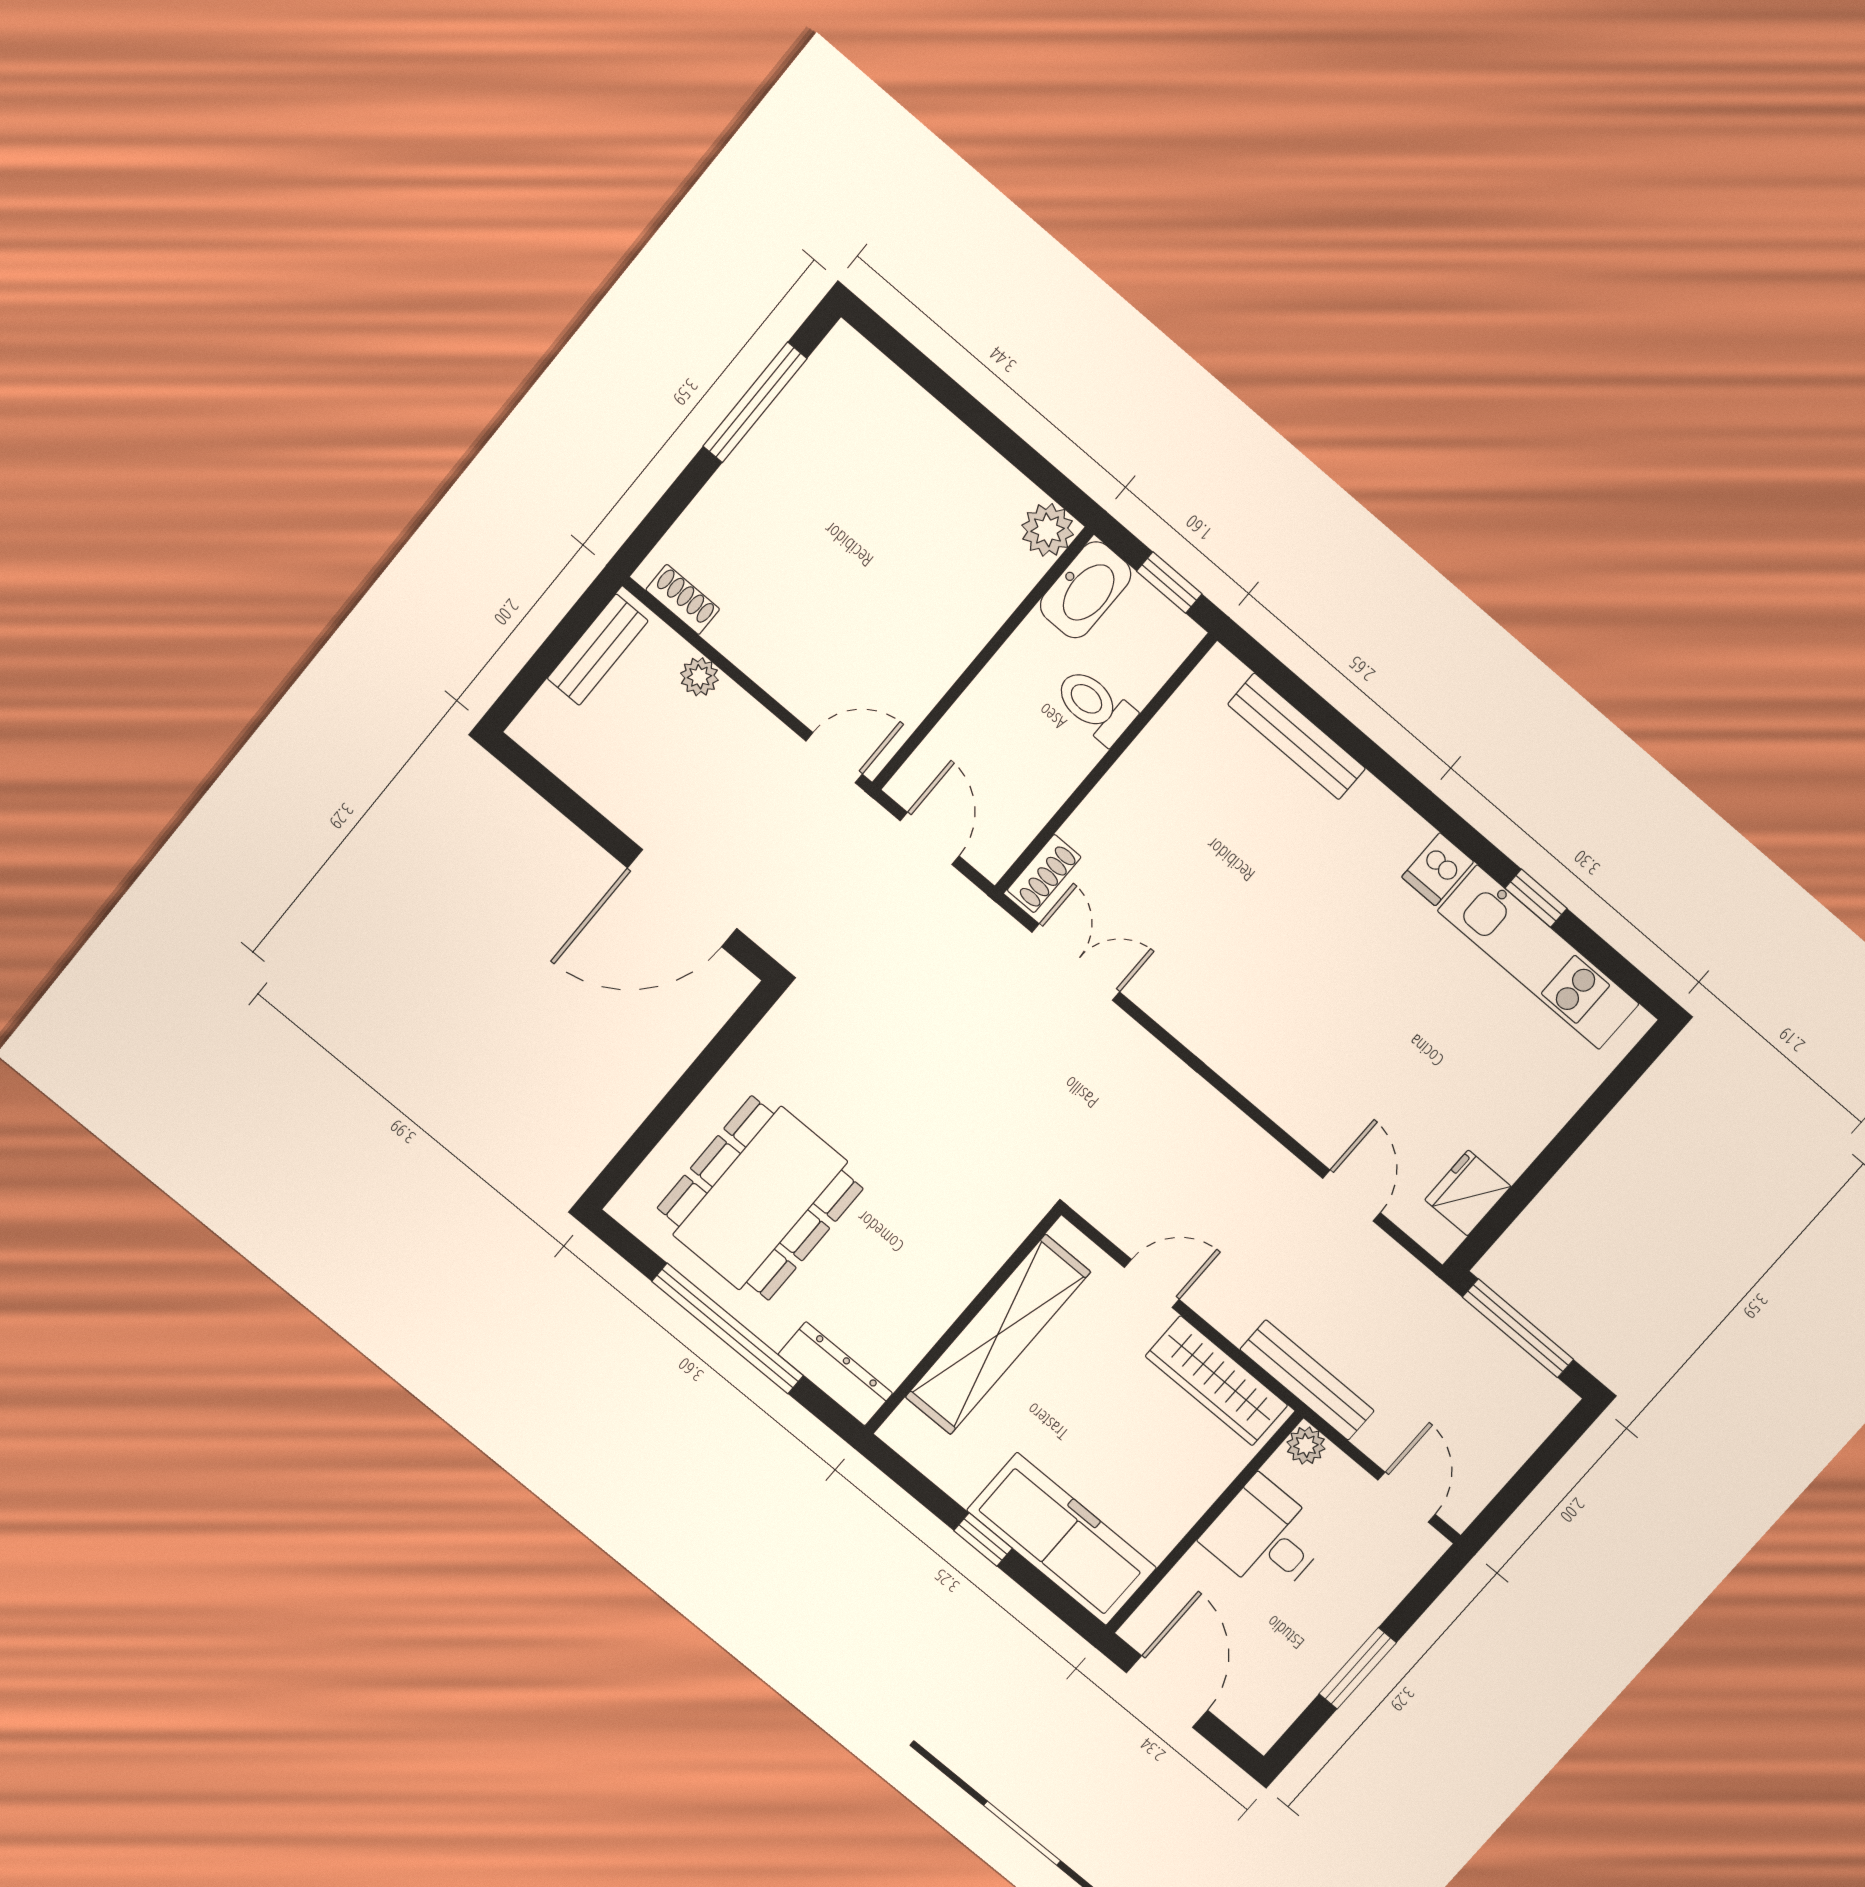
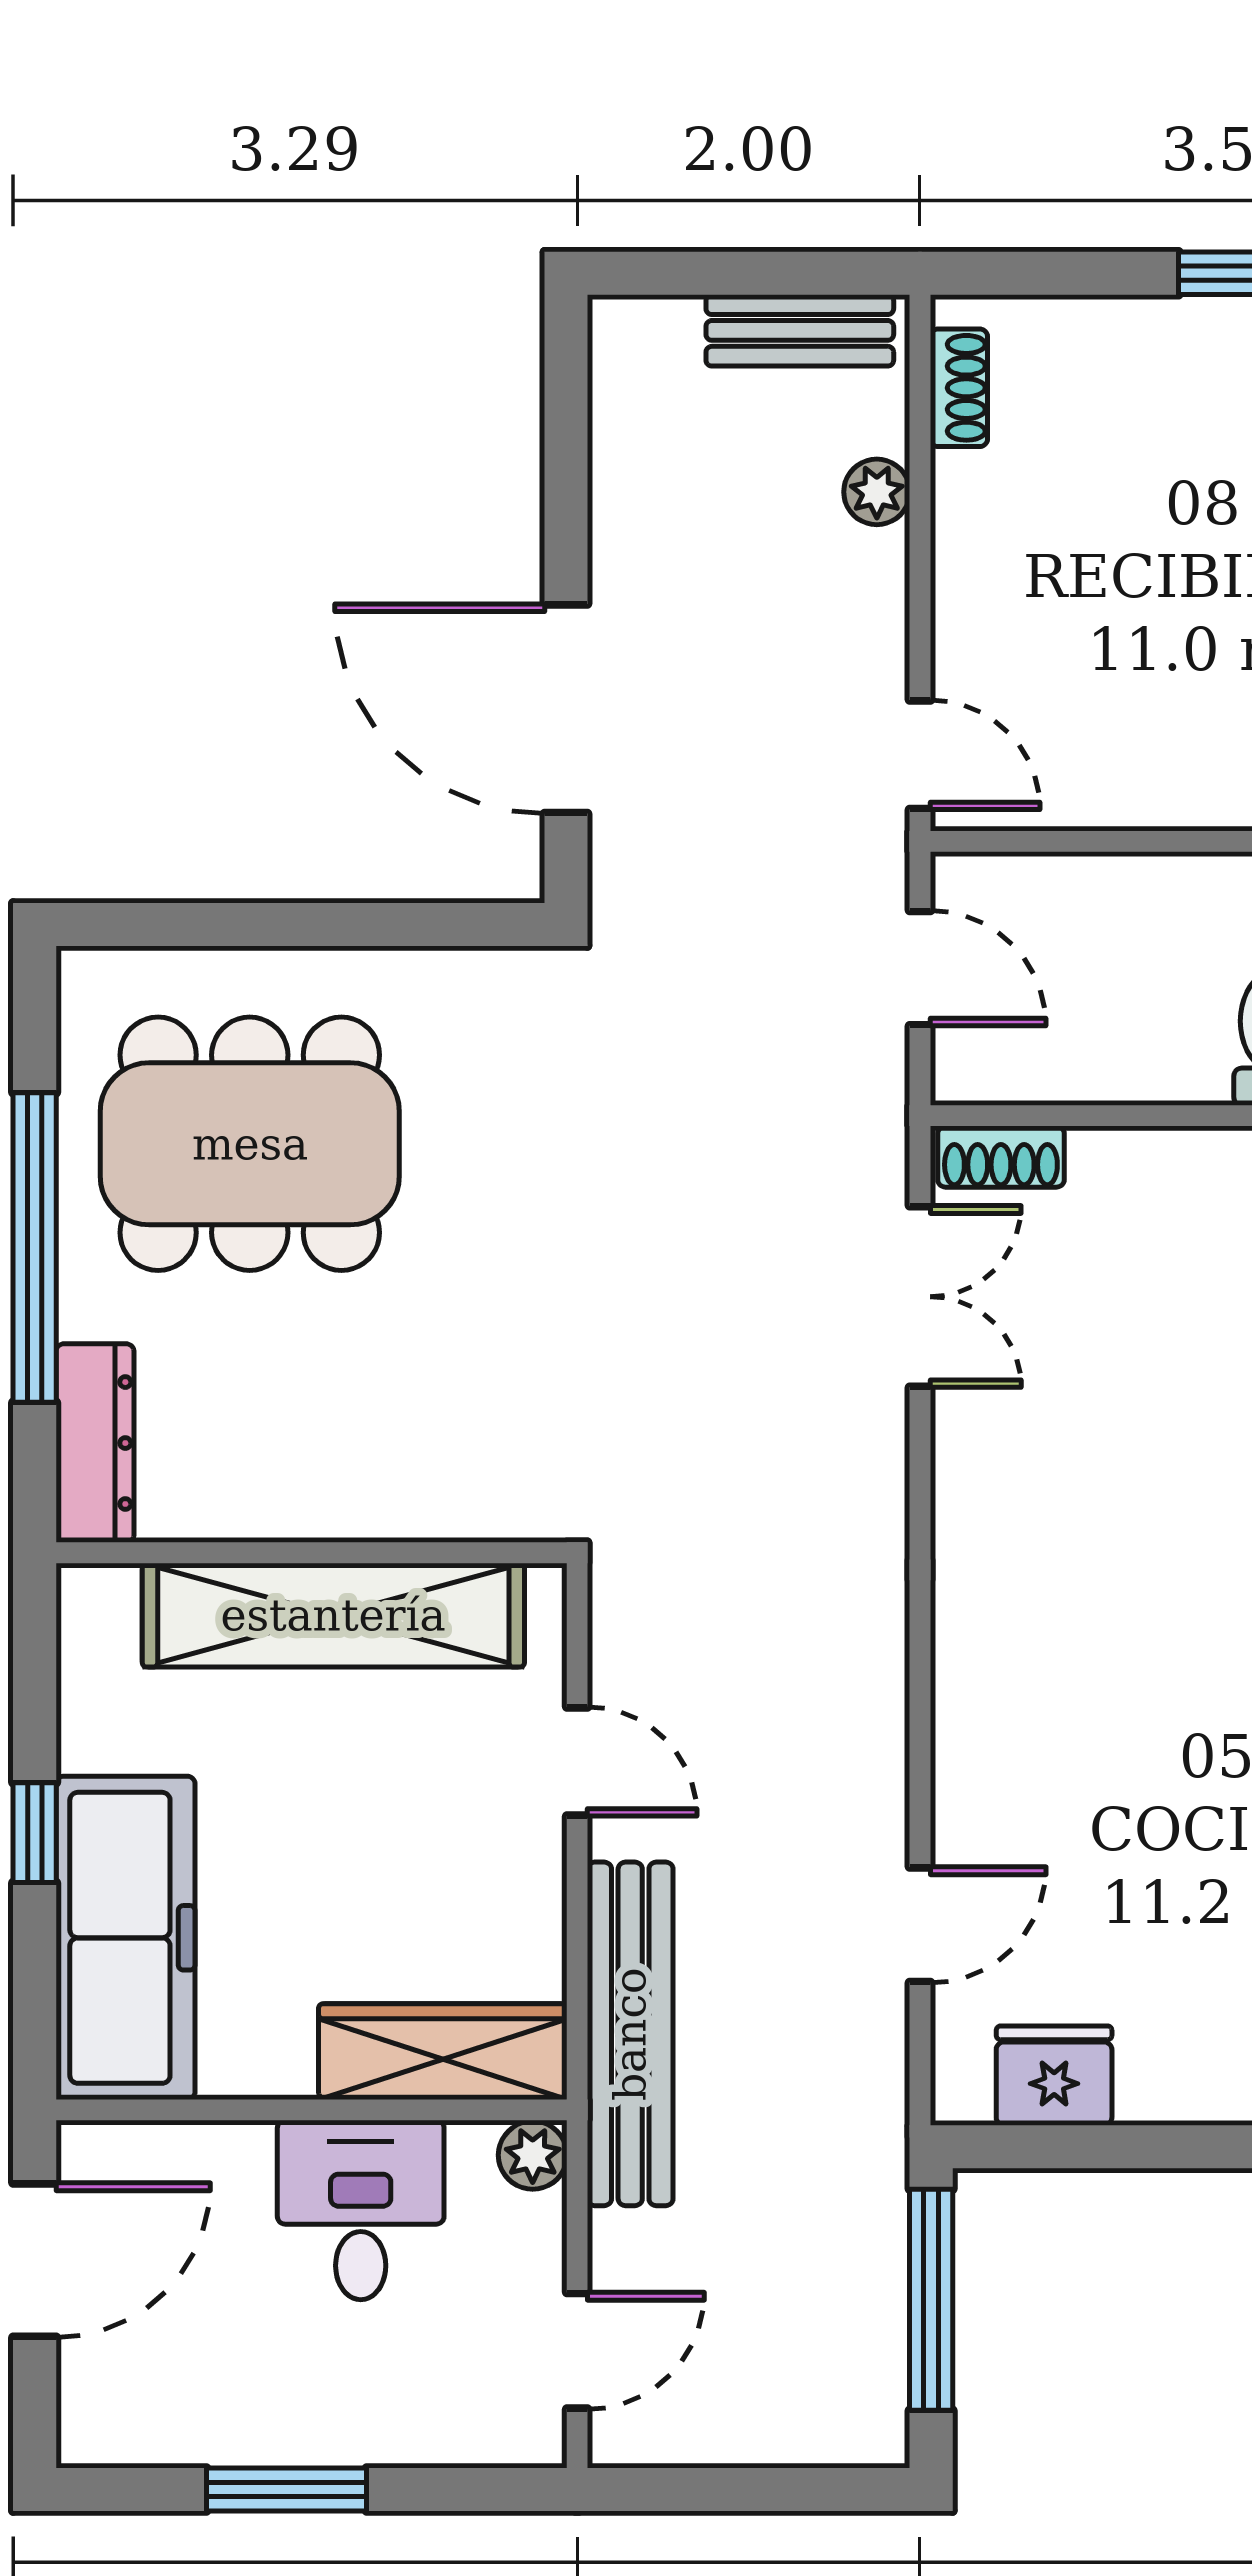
door: (930, 838) -> (920, 968), hinge flipped
bench: (1307, 1380) -> (630, 2034), width x1.37, depth x1.21
wardrobe: (1216, 1381) -> (443, 2052), moved, turned 90

